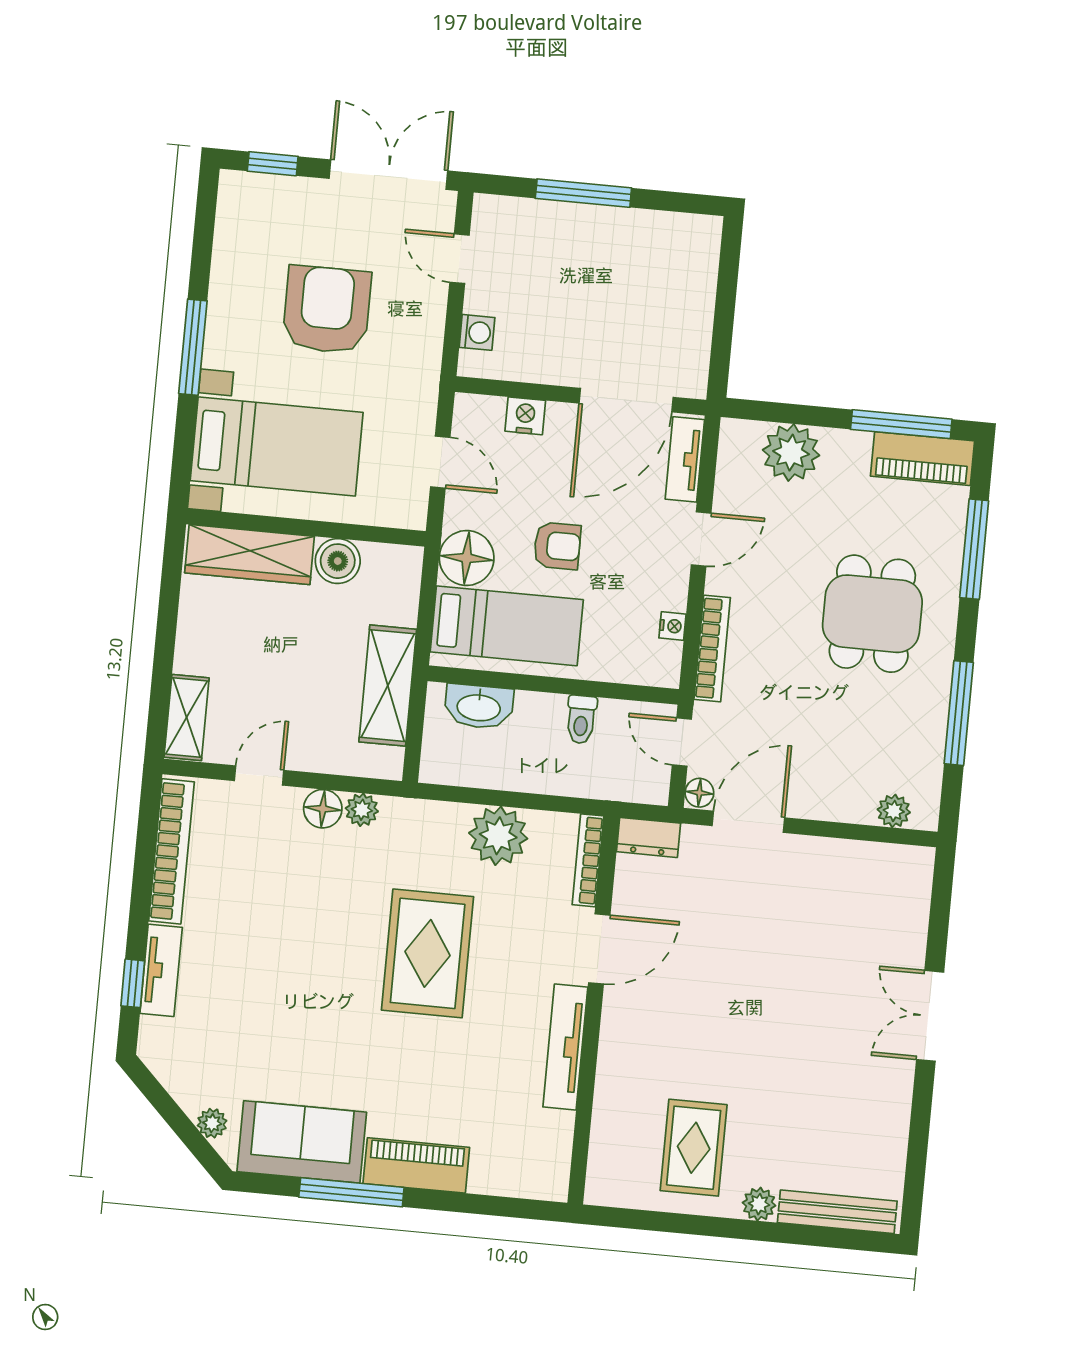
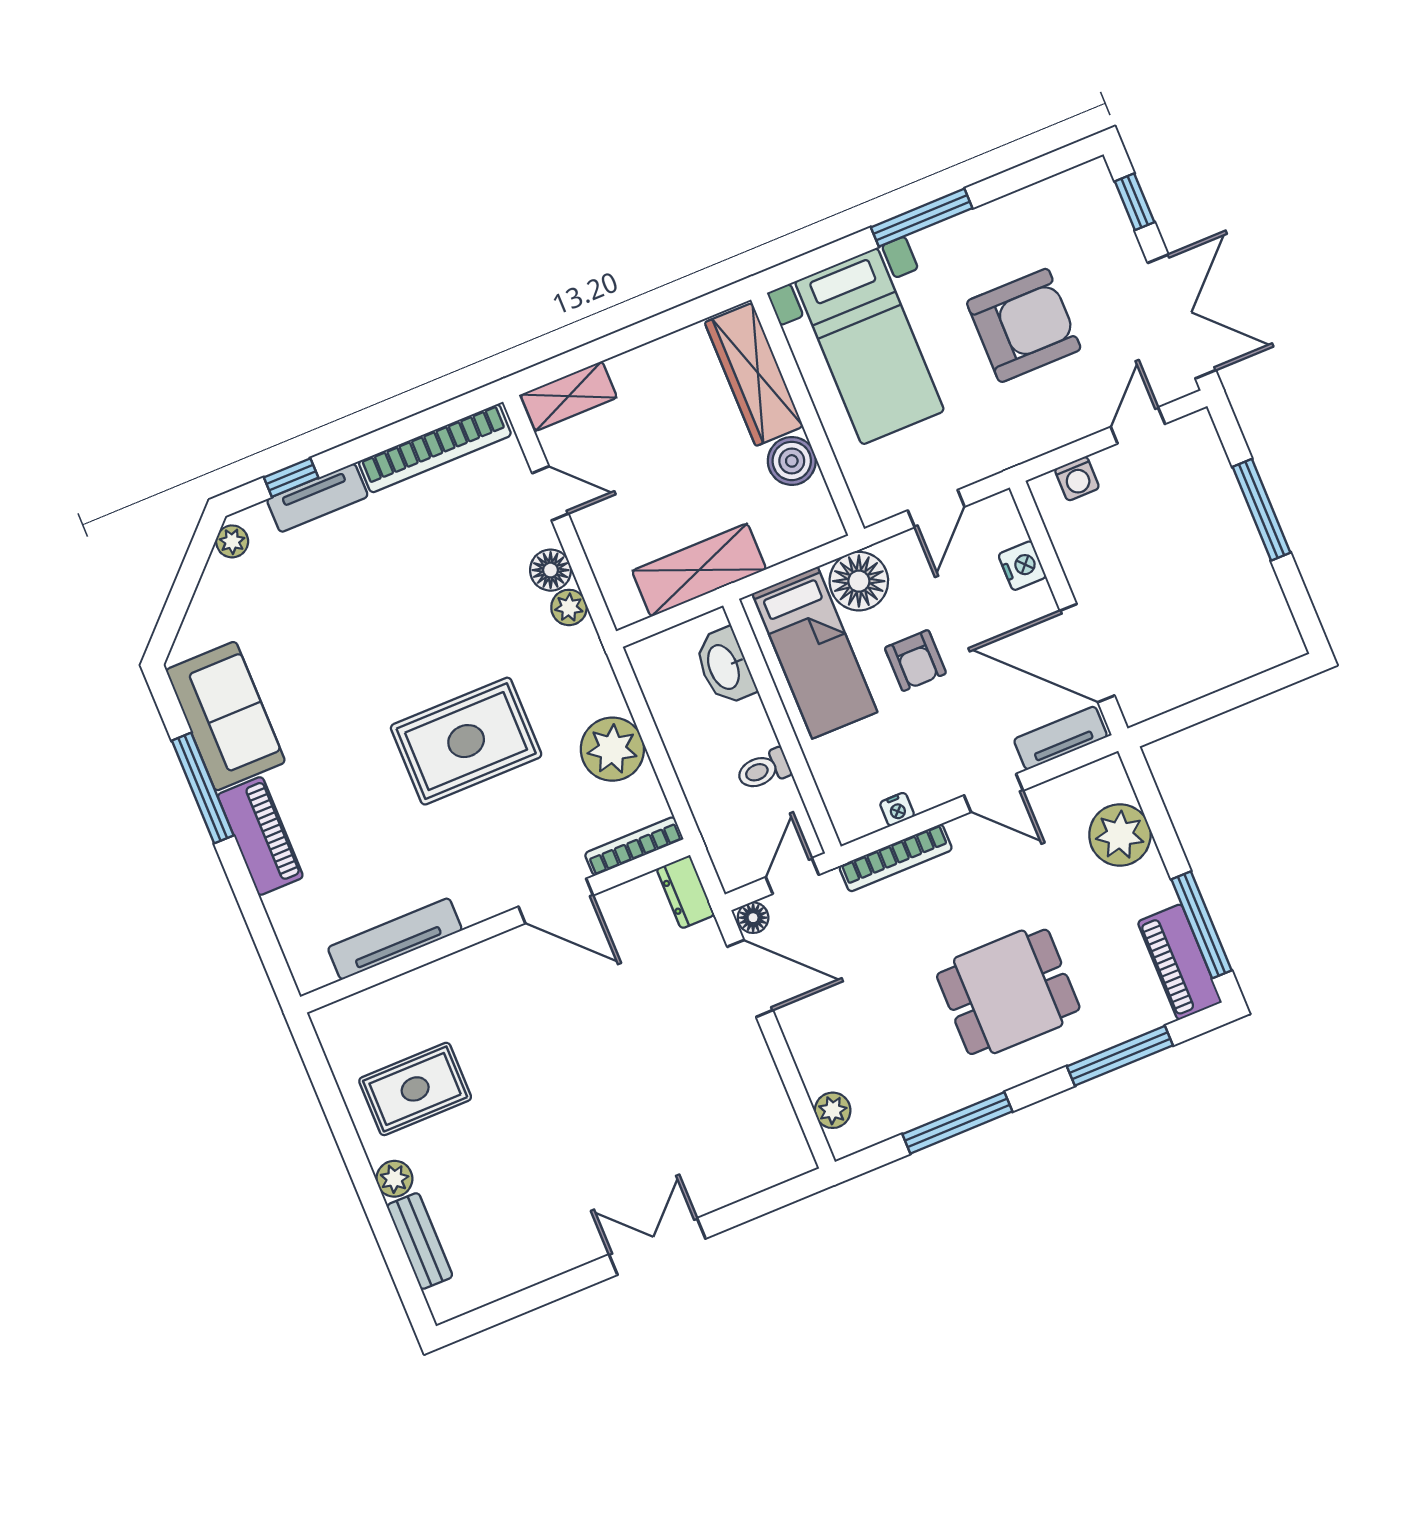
tv unit: (565, 1047) -> (395, 939), moved
plant: (212, 1123) -> (232, 541), moved
bench: (837, 1212) -> (420, 1241), width x0.73

